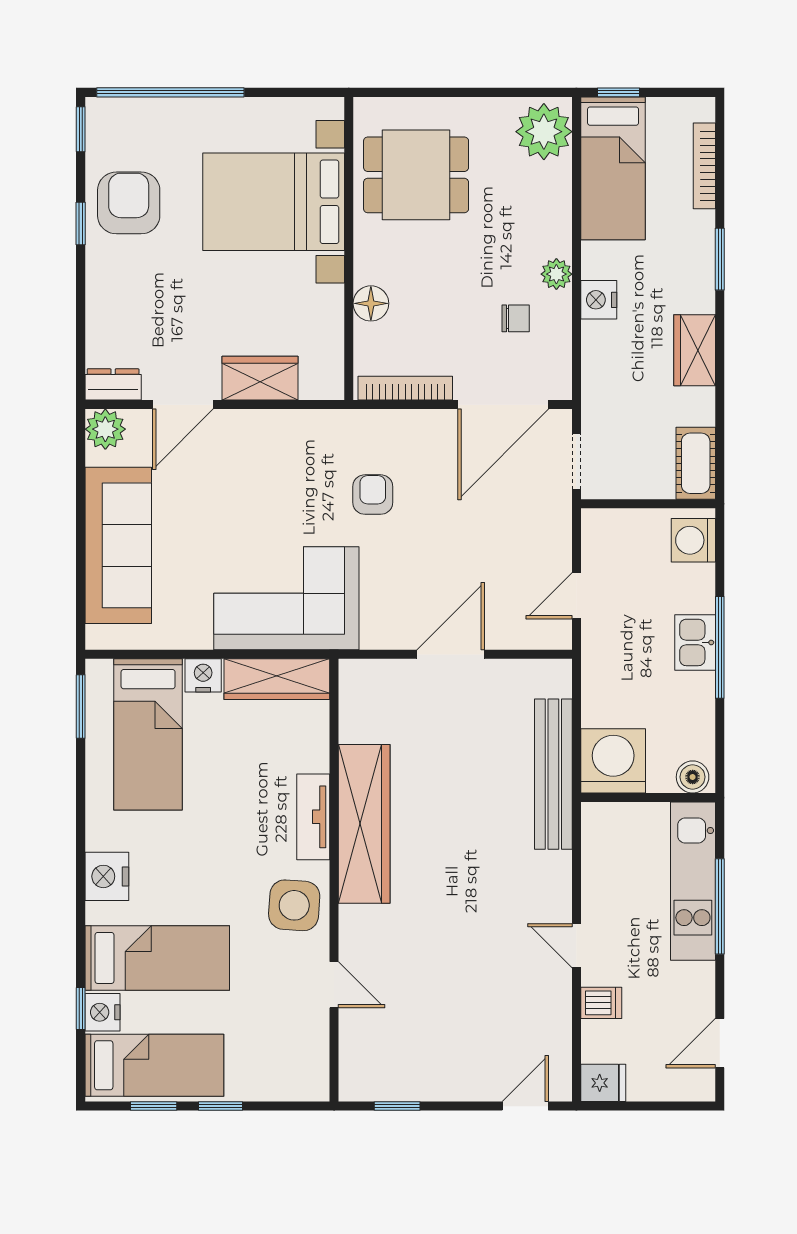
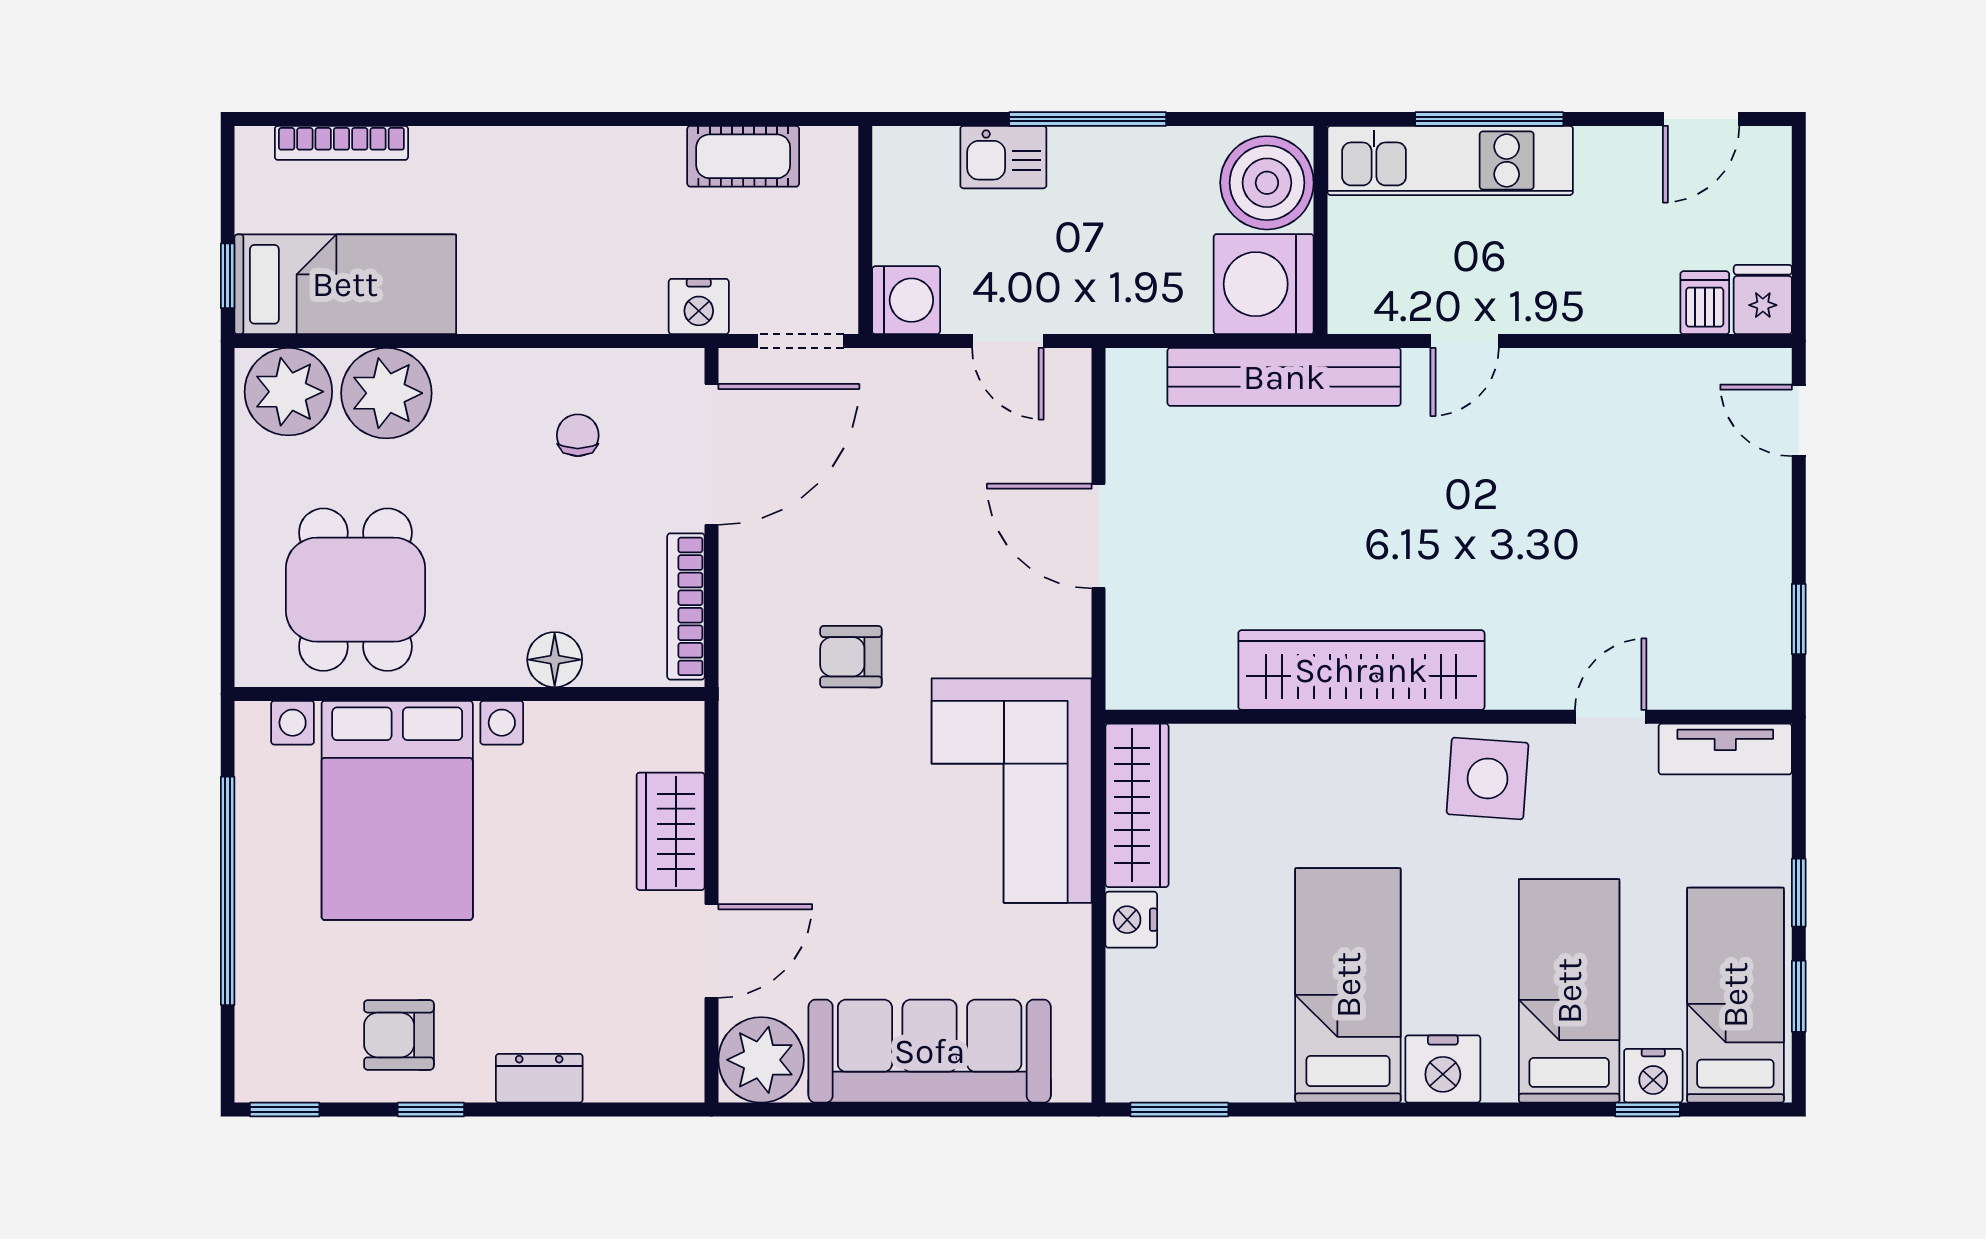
window: (170, 92) -> (228, 891), moved
armchair: (129, 203) -> (399, 1035), width x0.72, depth x0.72
window: (720, 259) -> (486, 119), removed
plant: (556, 274) -> (386, 393), moved, width x1.88, depth x1.88
nightstand: (599, 300) -> (699, 307), moved
wardrobe: (695, 350) -> (627, 158), removed
dresser: (113, 384) -> (539, 1078), moved, turned 90
door: (183, 405) -> (711, 951), hinge flipped
door: (503, 405) -> (711, 454), hinge flipped
plant: (105, 429) -> (761, 1060), width x1.36, depth x1.36
cot: (696, 463) -> (743, 156), moved
washing machine: (693, 540) -> (906, 300), moved, turned -90
kitchen sink: (695, 642) -> (1003, 157), moved
bed: (148, 734) -> (1348, 985), moved, turned -90
boiler: (693, 777) -> (1267, 183), width x1.86, depth x1.86
tv unit: (313, 817) -> (1725, 749), moved
door: (576, 946) -> (1465, 341), moved
dishwasher: (601, 1003) -> (1705, 303), moved
door: (720, 1043) -> (1701, 119), hinge flipped

